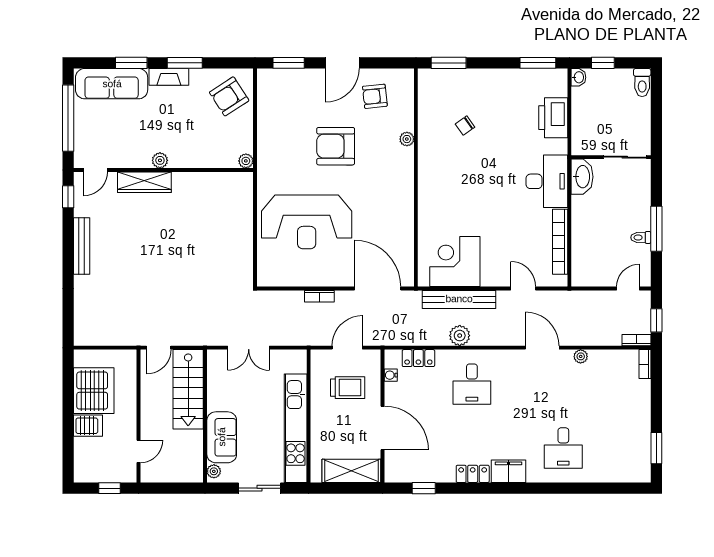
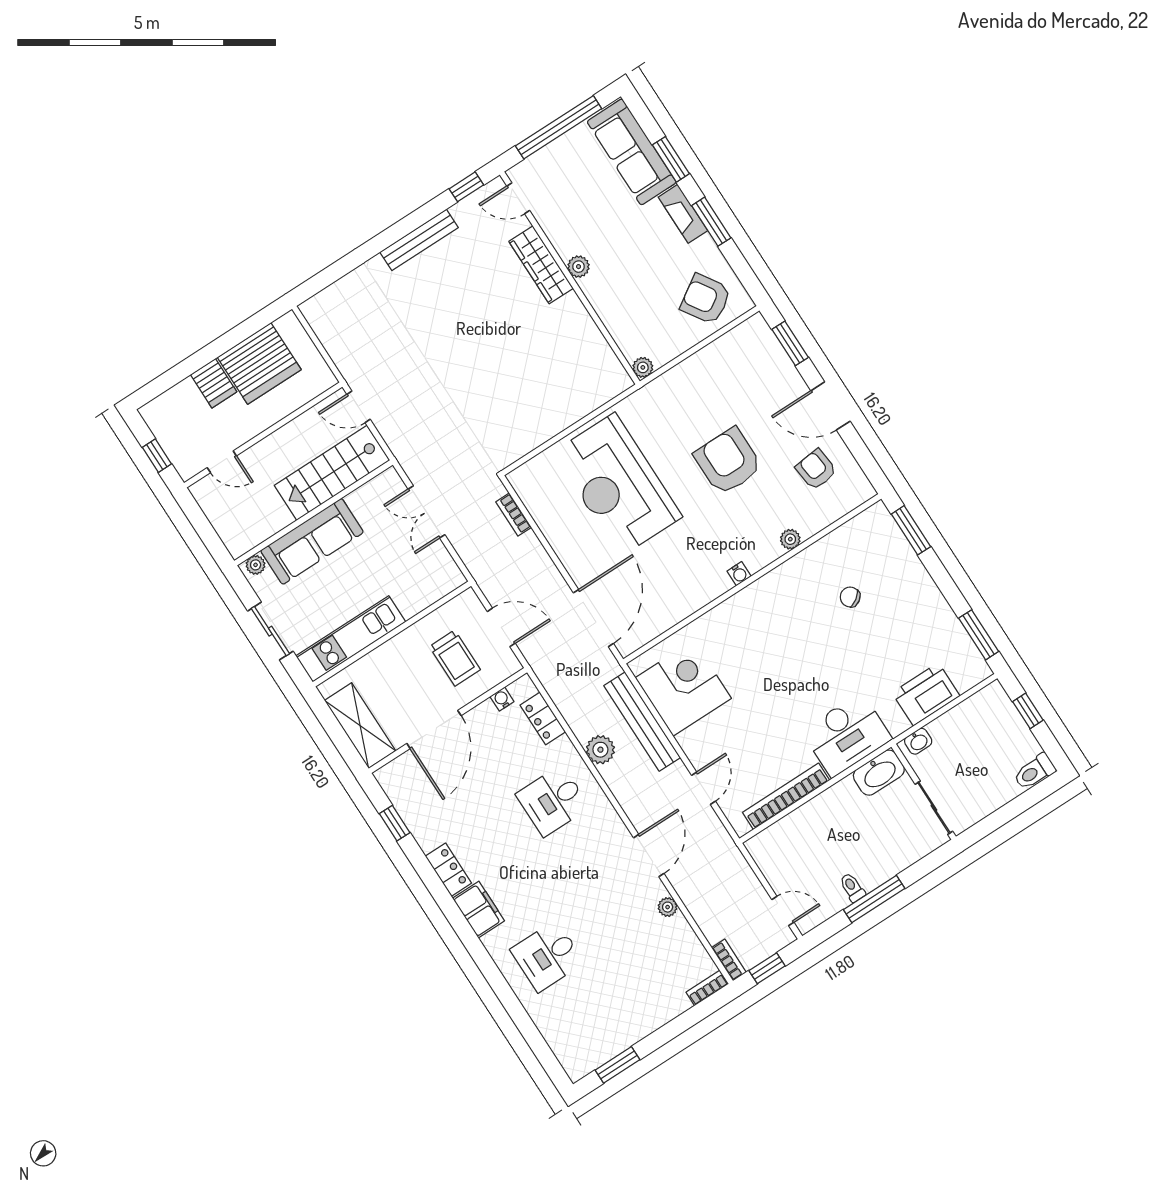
washbasin: (578, 77) -> (918, 741), moved
water cooler: (408, 183) -> (739, 574), added
bookcase: (319, 296) -> (514, 515), moved
kitchen unit: (296, 428) -> (351, 639), width x0.73
sofa: (222, 437) -> (312, 541), width x1.36

